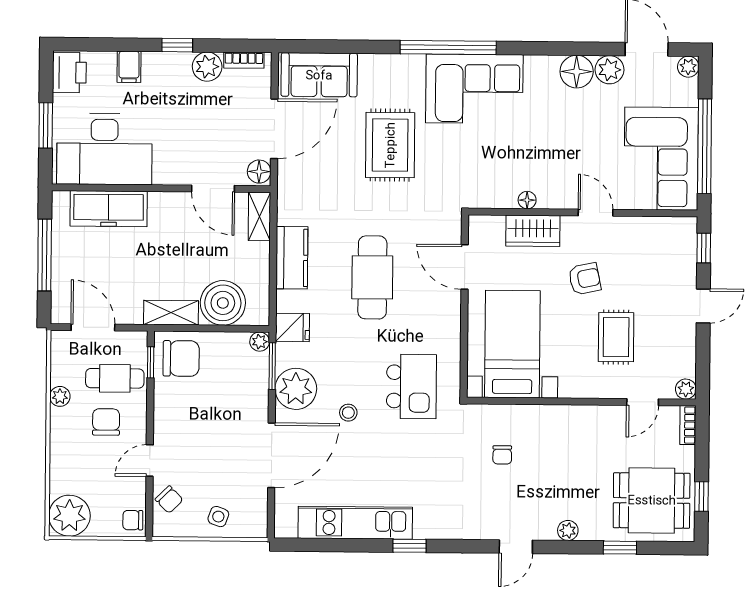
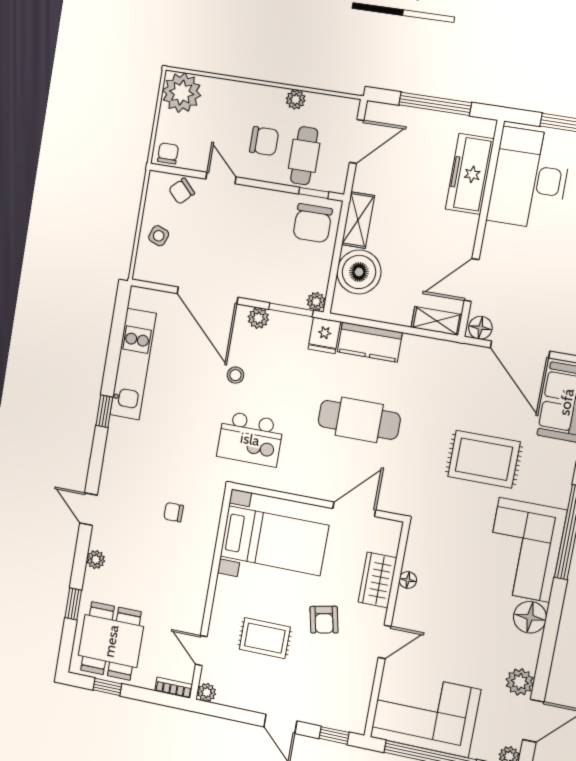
floor lamp: (577, 72) -> (530, 617), moved
kitchen counter: (292, 258) -> (370, 342), moved
plant: (296, 389) -> (258, 318), width x0.53, depth x0.53

